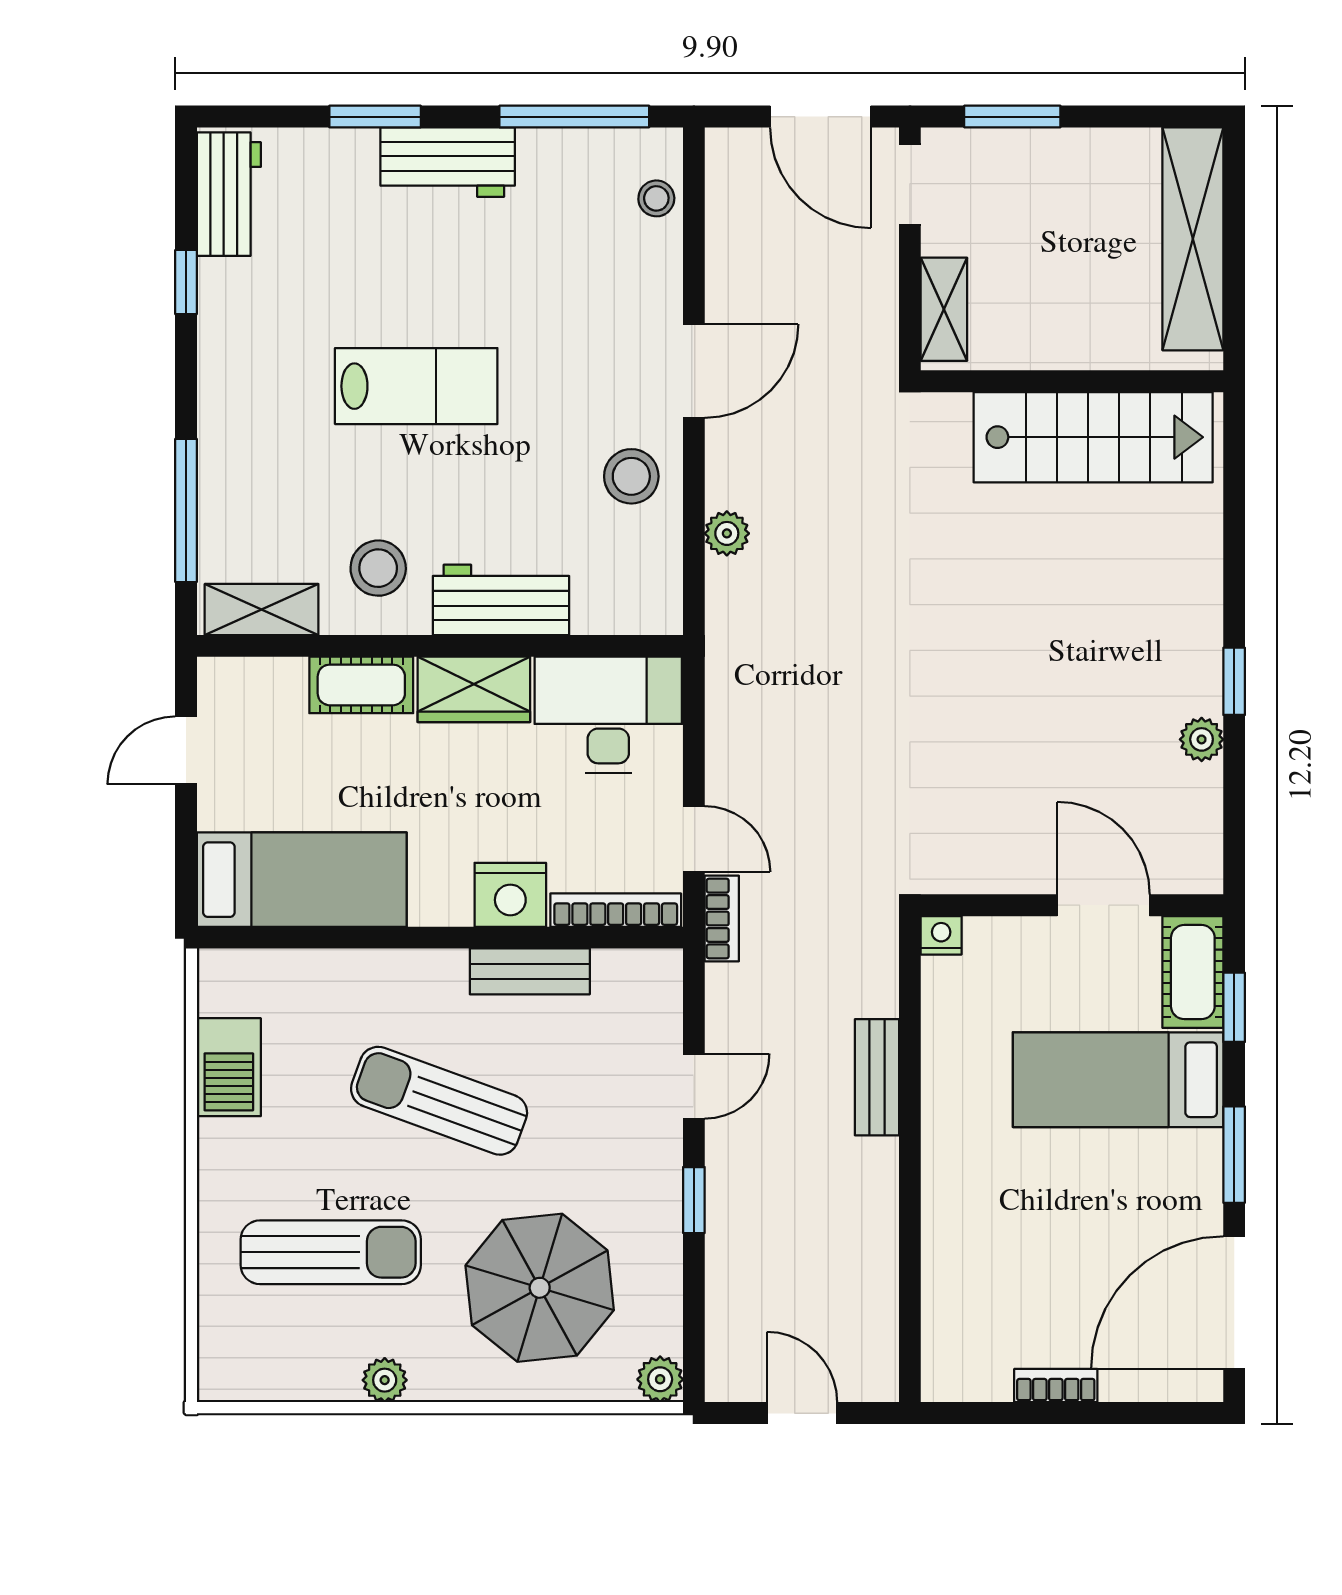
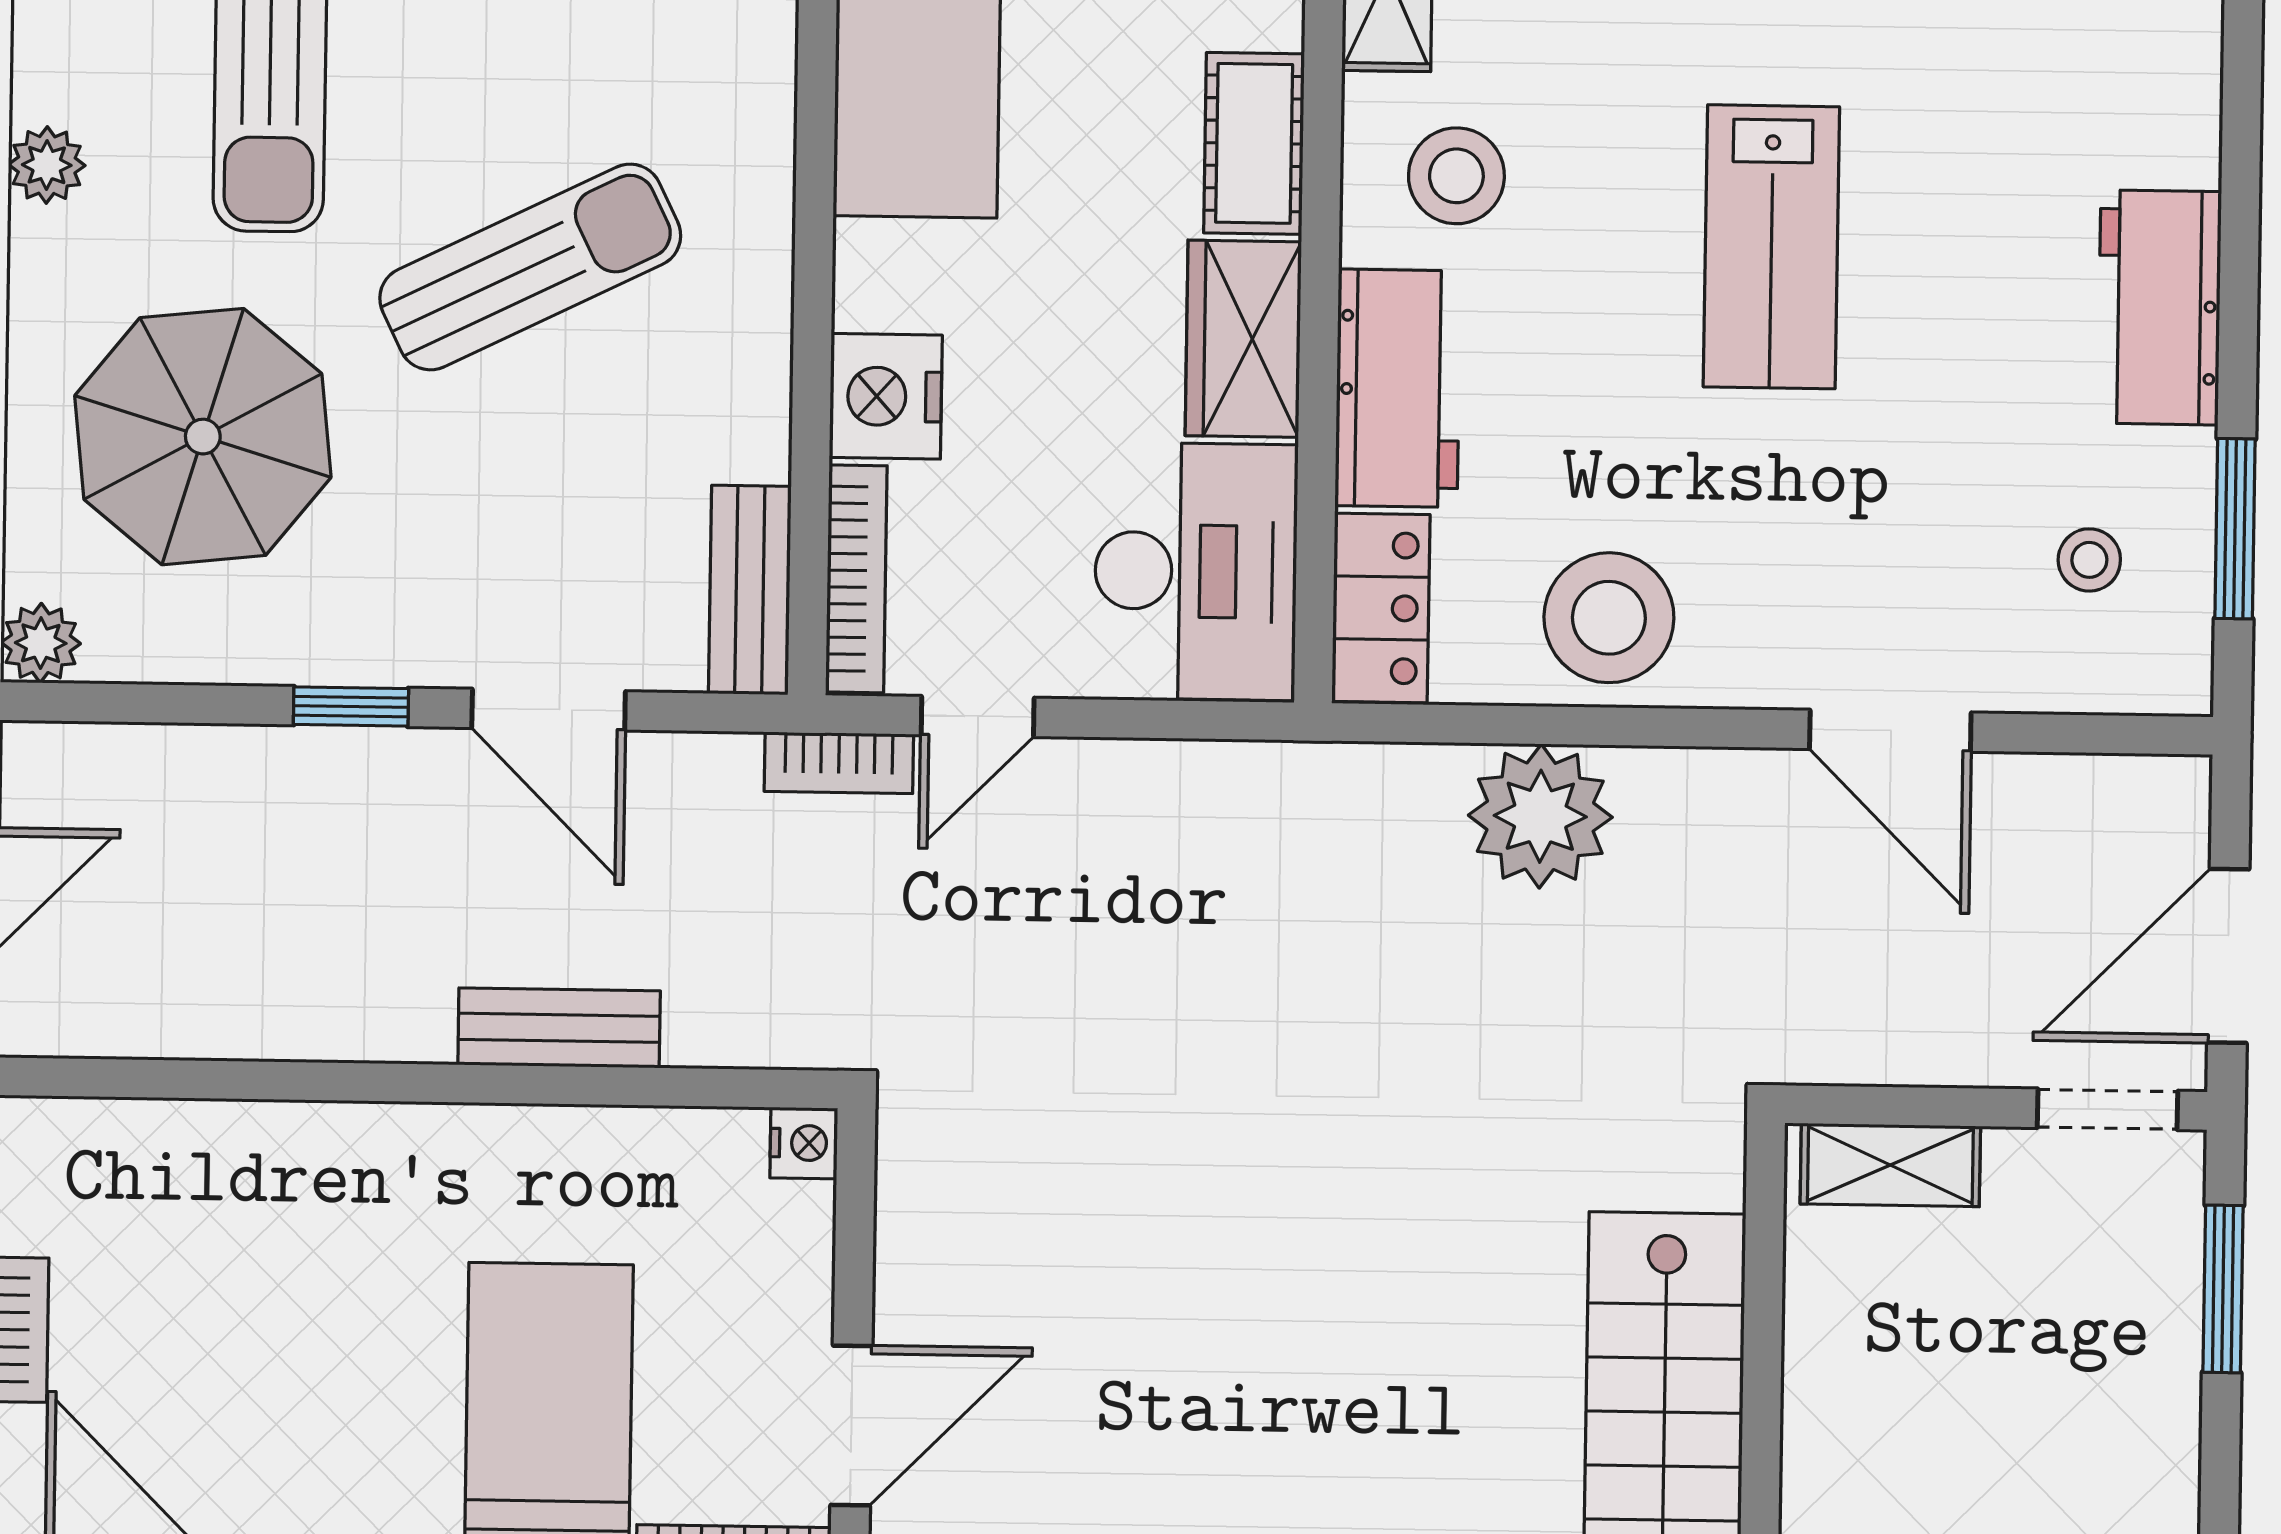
window: (375, 117) -> (2240, 183), removed
window: (574, 117) -> (2235, 529), width x0.69
stool: (656, 198) -> (2089, 560), moved
door: (694, 371) -> (1890, 731), moved
stool: (631, 476) -> (1609, 618), width x1.38, depth x1.38
plant: (727, 533) -> (1540, 816), width x1.87, depth x1.87
locker: (628, 608) -> (1381, 608), added
bench: (530, 971) -> (750, 590), moved
door: (694, 1086) -> (549, 710), width x1.38
sun lounger: (439, 1101) -> (530, 267), turned 44

